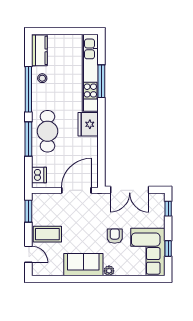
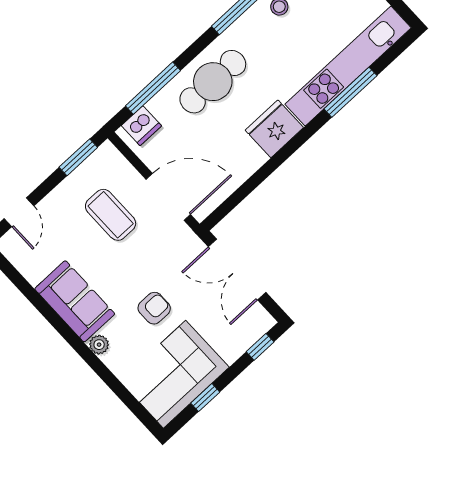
window: (28, 139) -> (153, 88), moved
coffee table: (47, 234) -> (111, 215), moved

